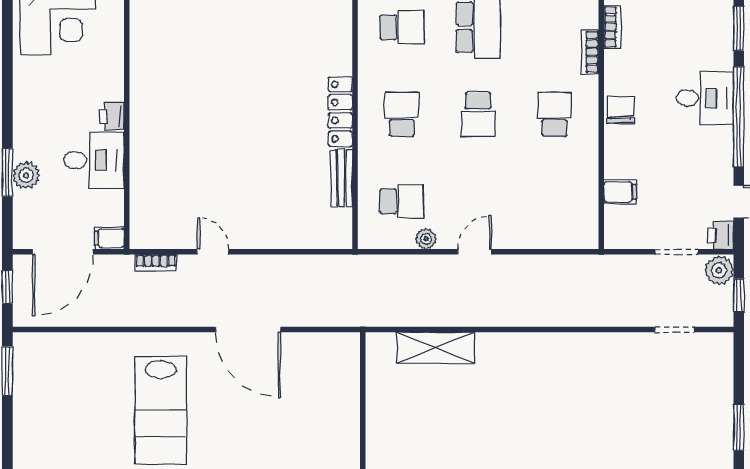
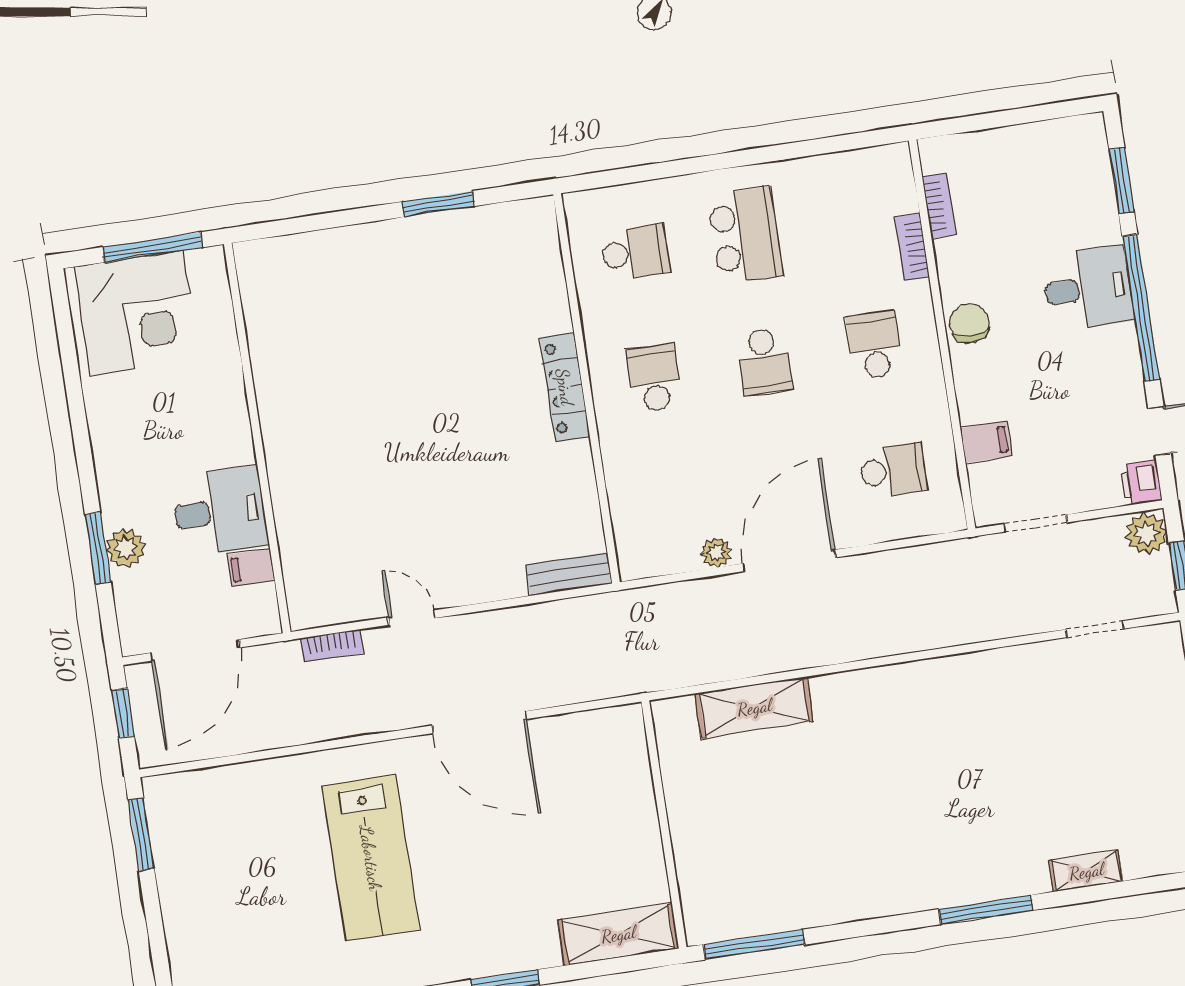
printer: (112, 117) -> (236, 445), removed
bench: (341, 178) -> (569, 574), moved, turned 90
school desk: (402, 201) -> (893, 470), moved
filing cabinet: (109, 238) -> (251, 568), moved
door: (475, 252) -> (789, 560), width x1.88
doorway: (677, 252) -> (1036, 523), moved

